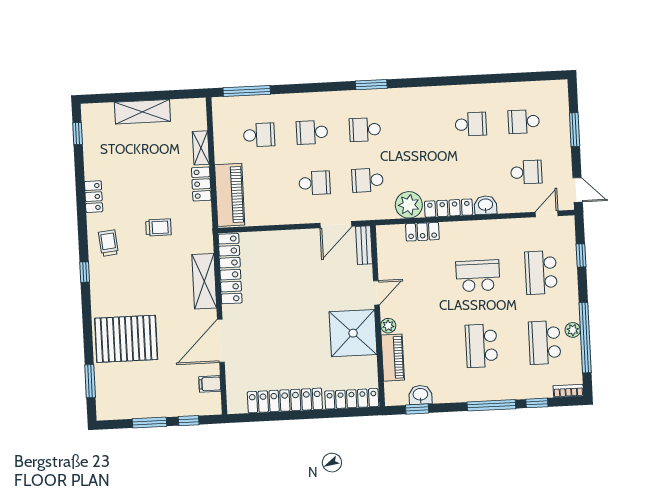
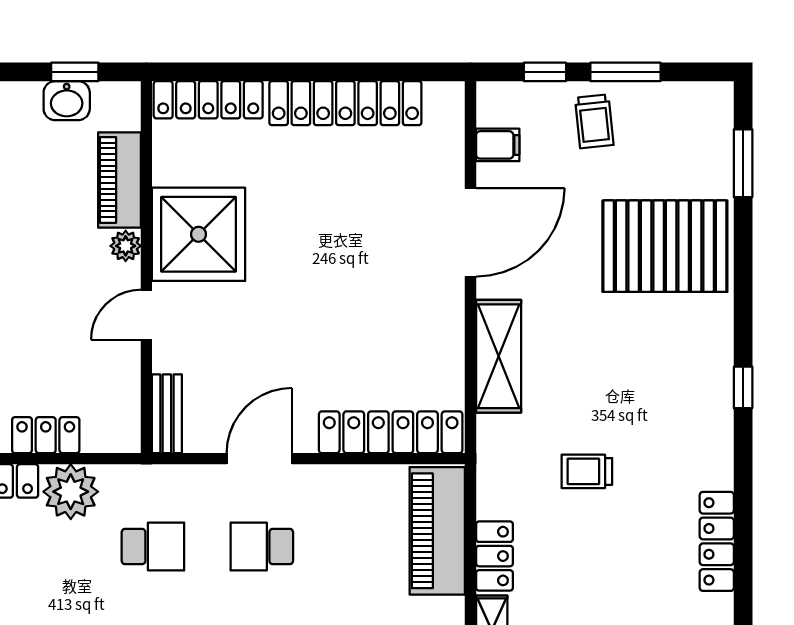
locker: (94, 197) -> (717, 541), width x1.53
door: (336, 225) -> (259, 459), moved
trolley: (108, 243) -> (594, 121), moved
locker: (230, 269) -> (391, 432), moved, turned 90

